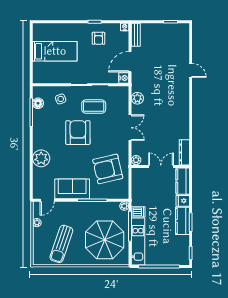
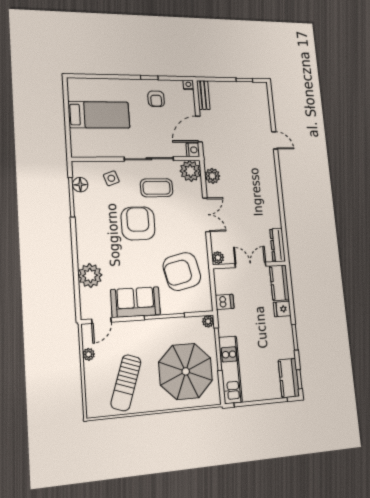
plant: (120, 94) -> (190, 171), added
plant: (41, 158) -> (90, 276), moved
dishwasher: (138, 212) -> (225, 302), moved
kitchen counter: (182, 221) -> (289, 378), moved

